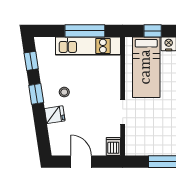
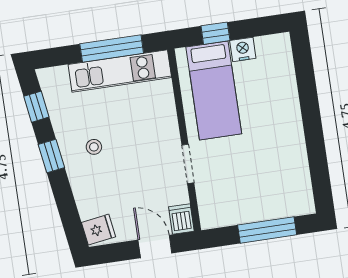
fridge: (55, 115) -> (98, 230), moved
door: (81, 162) -> (155, 247), moved

